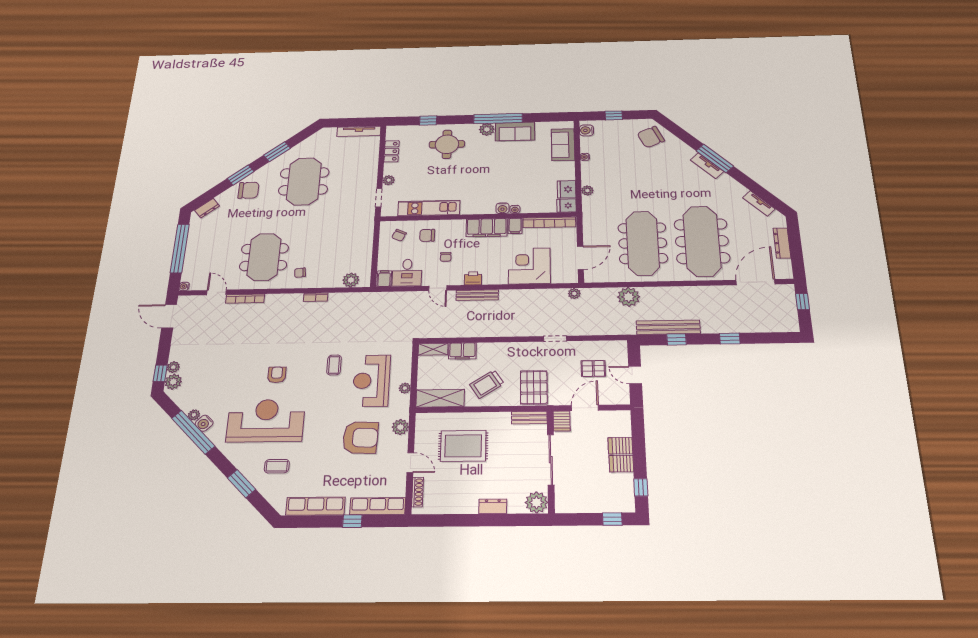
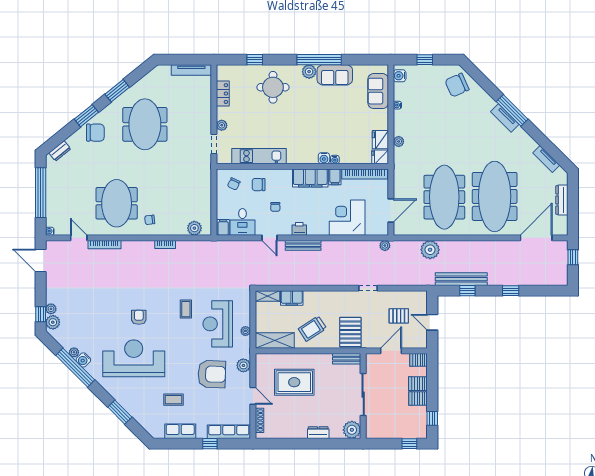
server rack: (562, 421) -> (419, 360), moved, turned 90
coffee table: (277, 466) -> (173, 400), moved
row of seats: (315, 506) -> (180, 431), width x0.68

